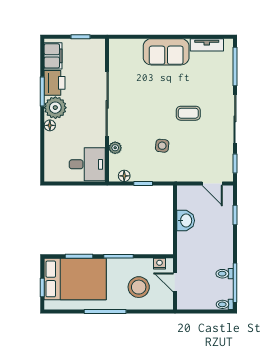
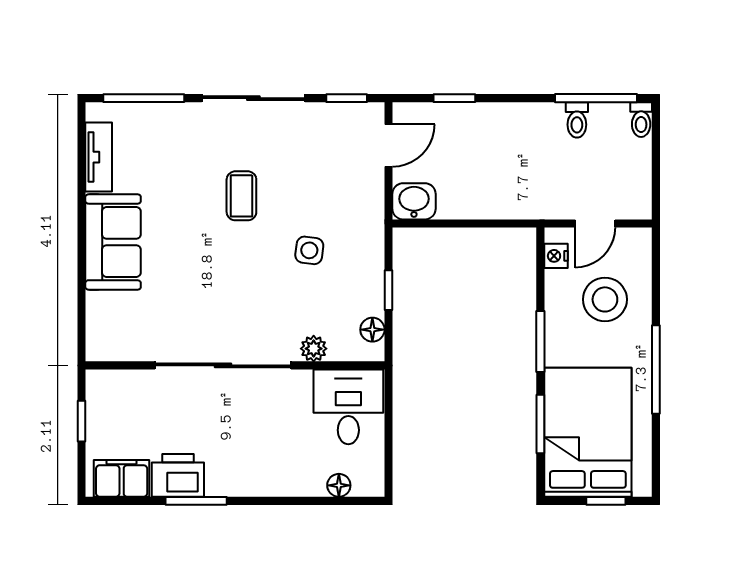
plant: (55, 108) -> (230, 474), removed
floor lamp: (50, 125) -> (339, 485), moved
washbasin: (186, 221) -> (414, 201), moved

